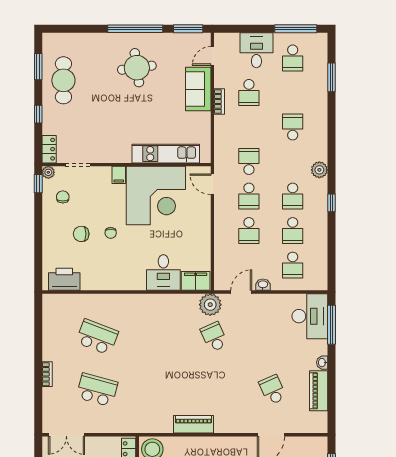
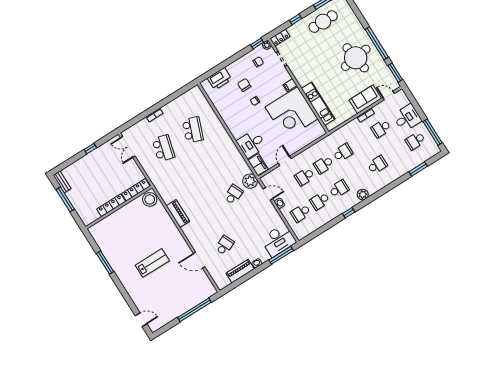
round table: (137, 68) -> (356, 58), width x1.36, depth x1.36
door: (212, 184) -> (285, 161), moved
school desk: (293, 196) -> (339, 189), turned 180
printer: (64, 279) -> (220, 79), moved, turned 90

